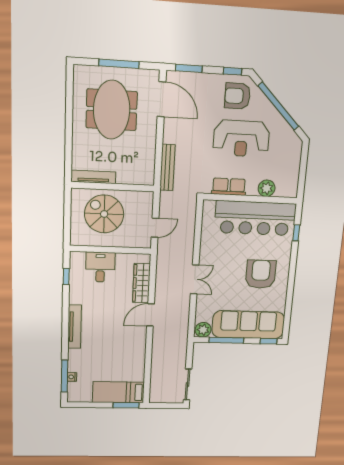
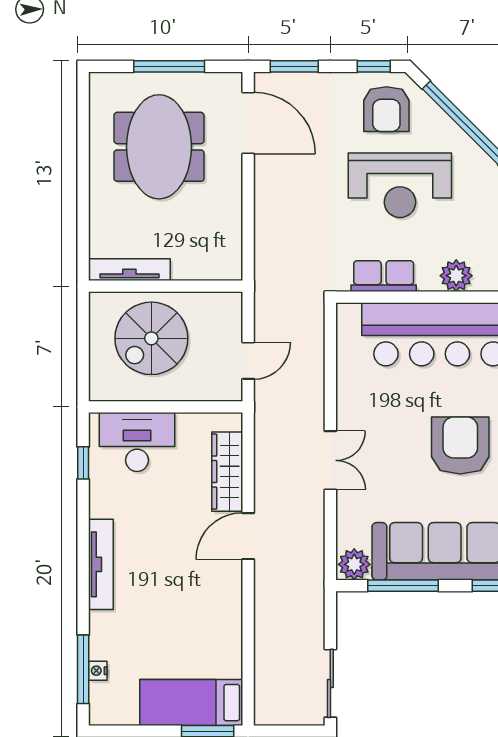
armchair: (237, 96) -> (386, 109), turned -90
bench: (167, 168) -> (265, 246), removed
spiral stairs: (104, 214) -> (151, 338), turned -90
desk: (100, 267) -> (137, 442), width x1.37

